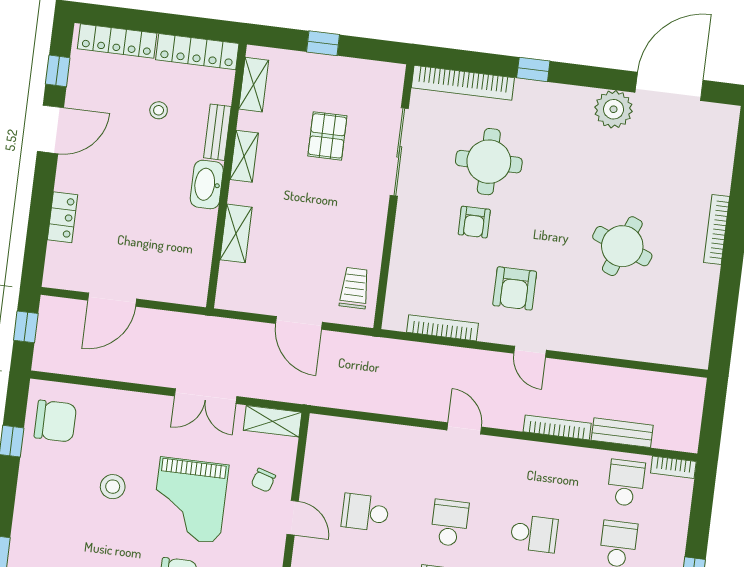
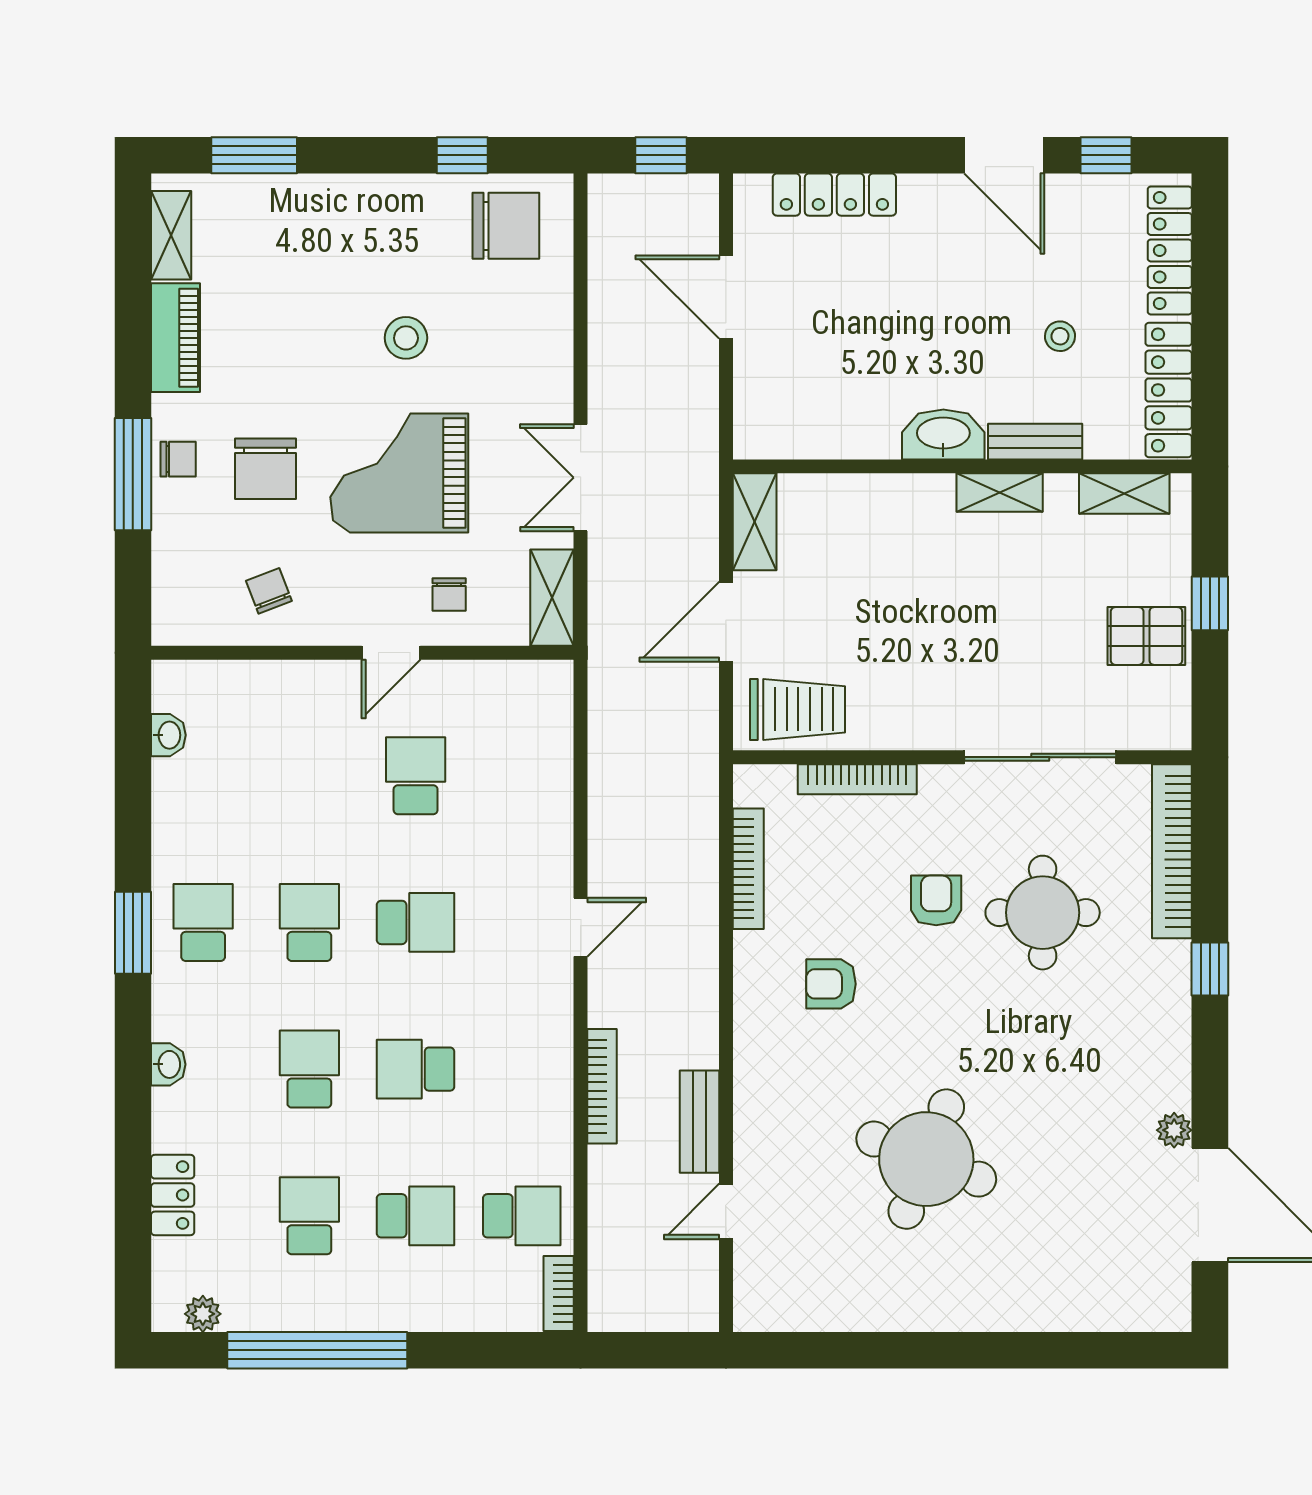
plant: (614, 109) -> (1174, 1130), width x0.53, depth x0.53
pallet: (327, 136) -> (1146, 636), moved
locker: (62, 217) -> (834, 195), width x1.53
armchair: (474, 222) -> (936, 900), turned 90
bookcase: (717, 230) -> (857, 779), moved, turned 180
shelving: (236, 233) -> (755, 522), moved, turned 90
round table: (622, 246) -> (926, 1159), width x1.36, depth x1.36
trolley: (354, 288) -> (797, 709), width x1.36, depth x1.39
armchair: (515, 288) -> (831, 984), width x0.72, depth x0.72
door: (530, 352) -> (726, 1211), moved
chair: (55, 421) -> (506, 226), turned -90
bench: (622, 433) -> (700, 1122), moved
chair: (263, 480) -> (449, 594), turned -107
school desk: (534, 534) -> (416, 1069), turned 90

